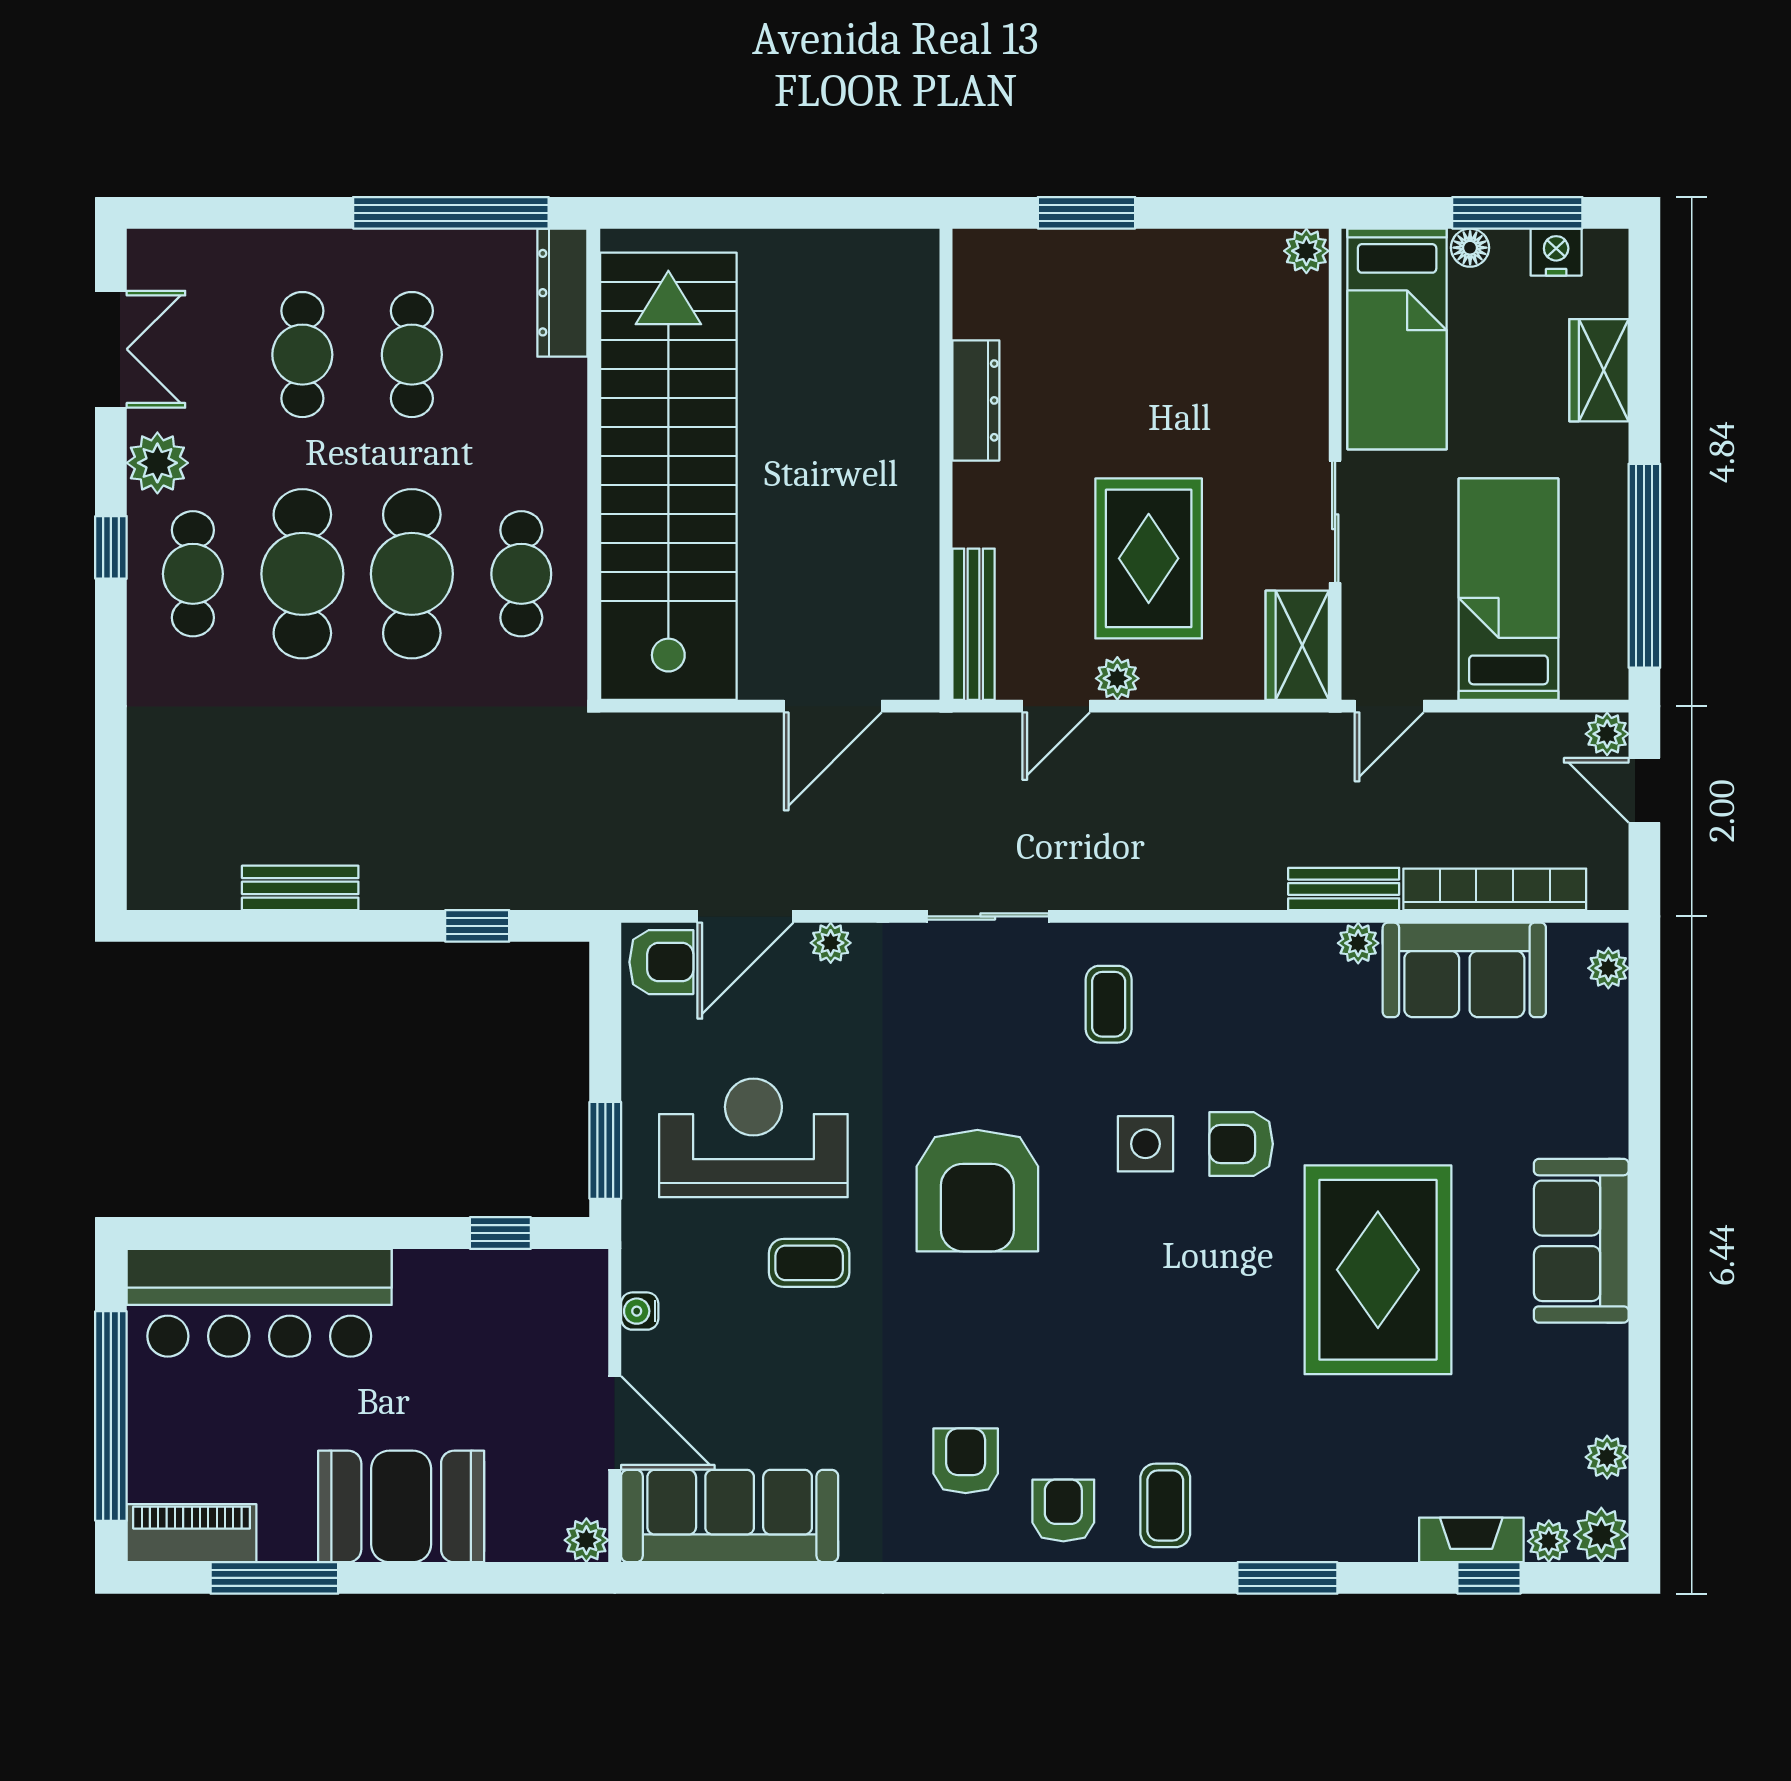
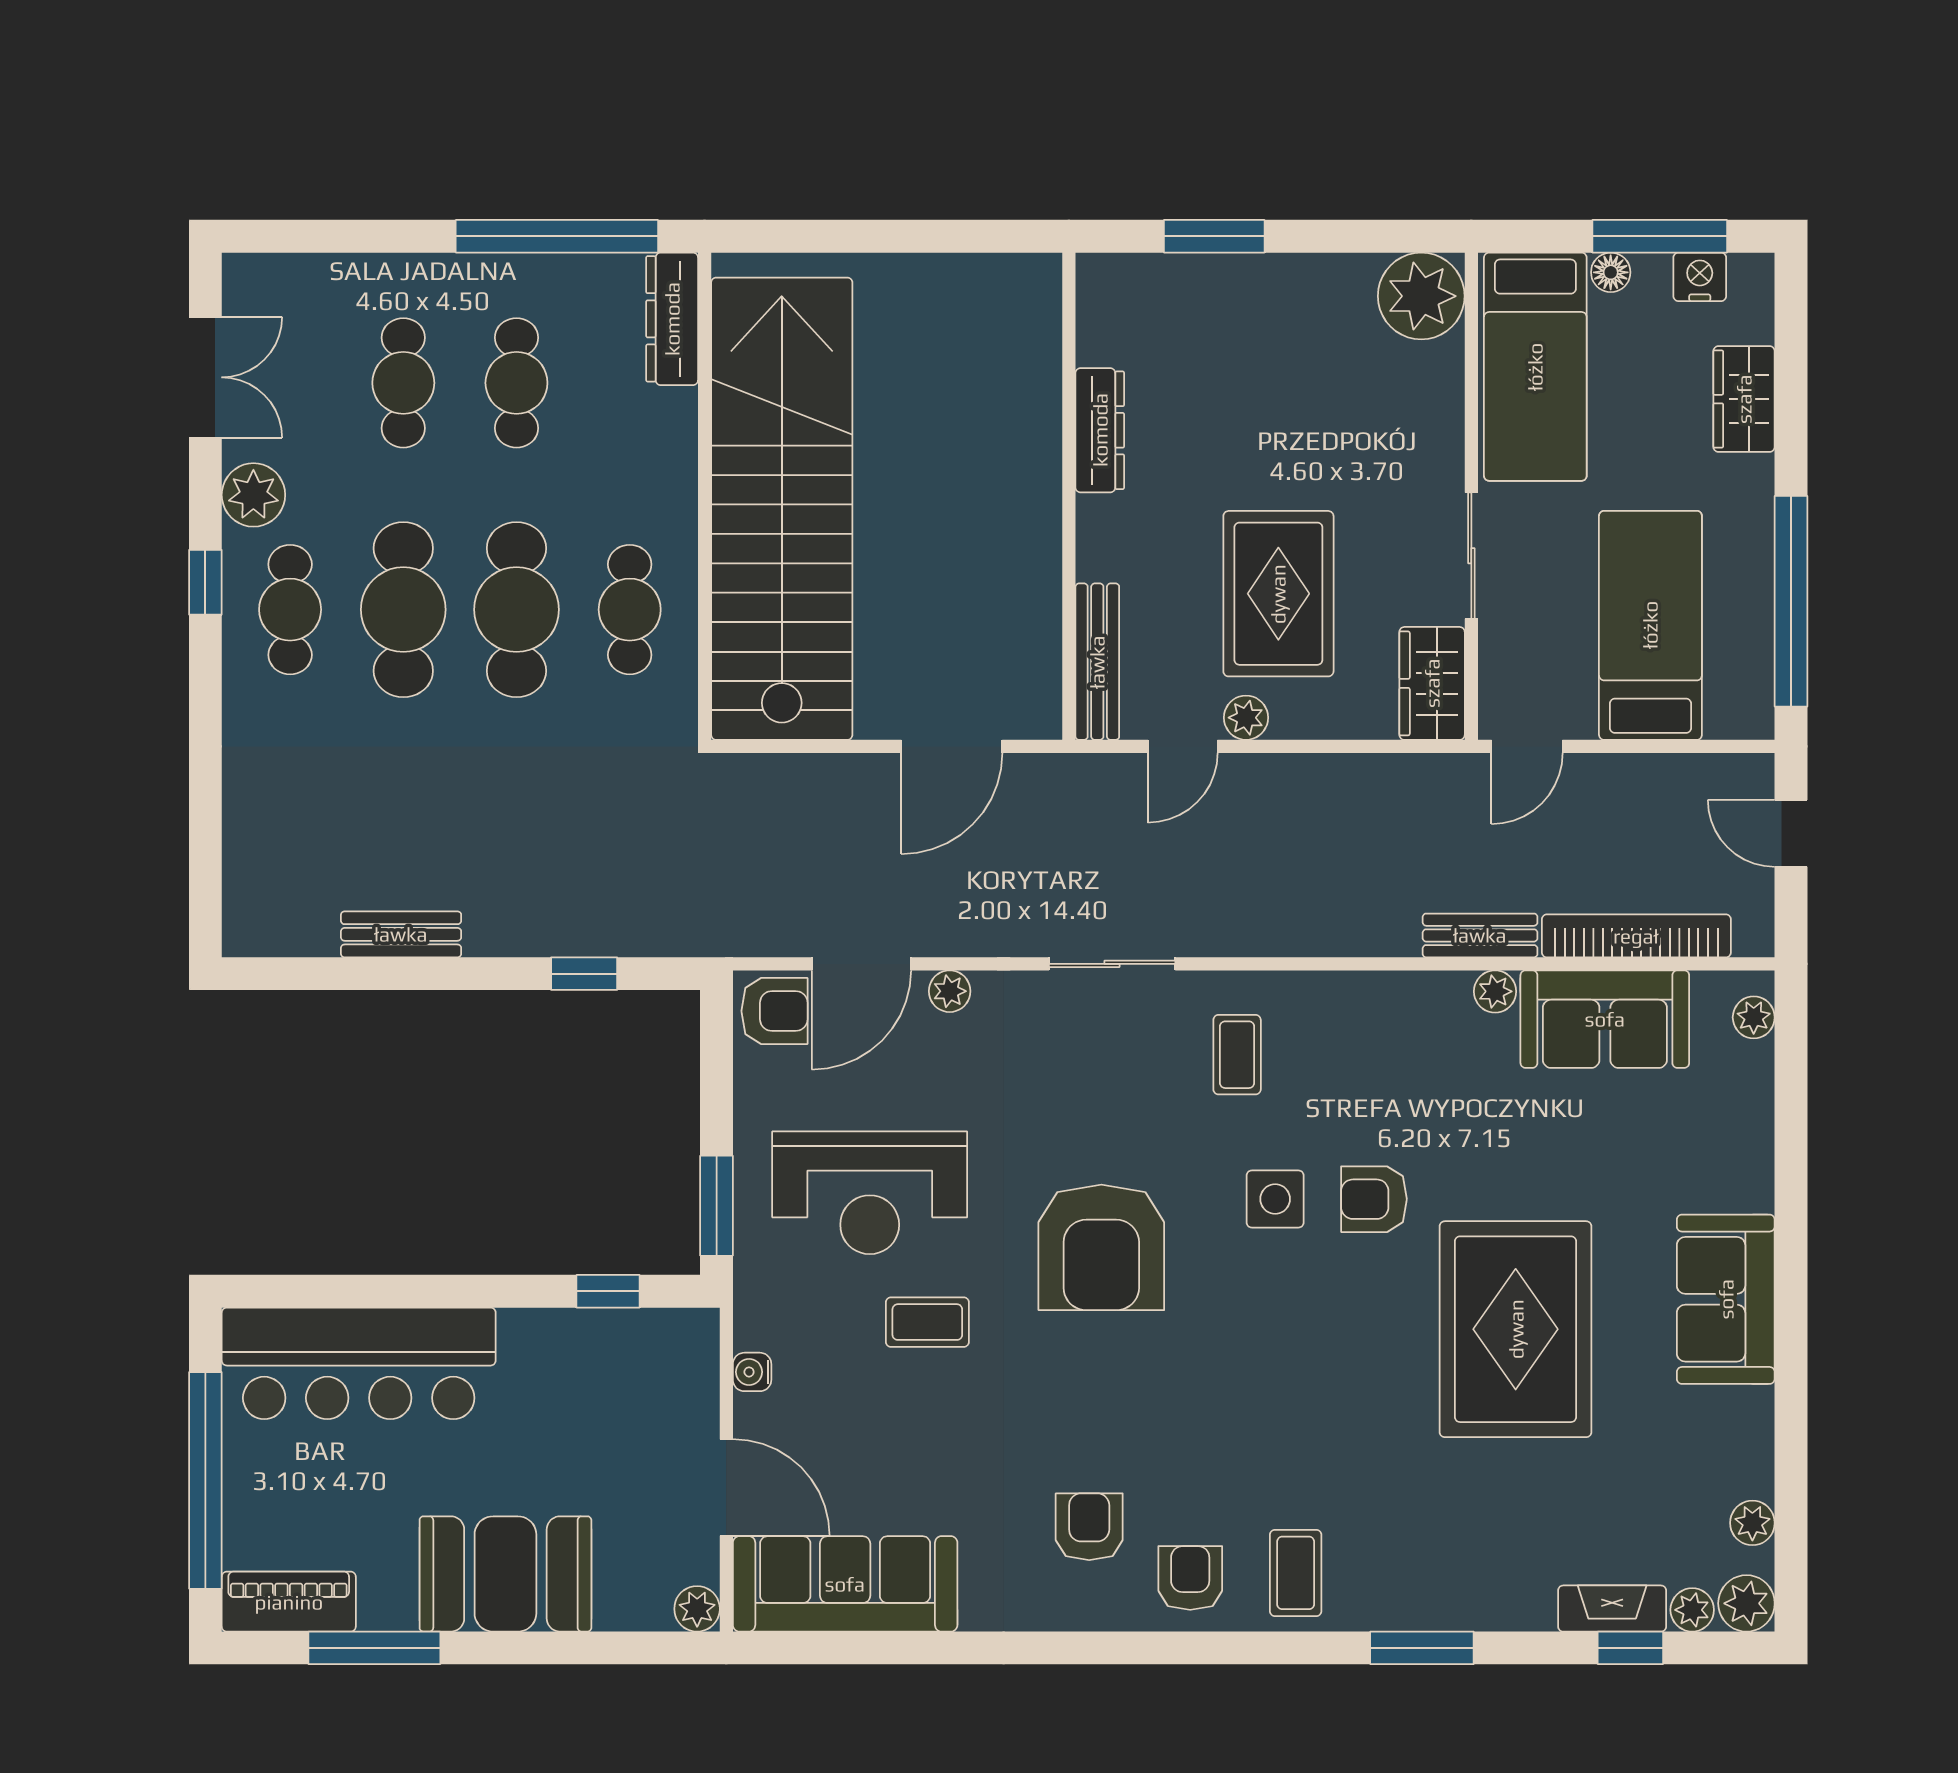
plant: (1306, 251) -> (1421, 296), width x1.88, depth x1.88
plant: (1607, 734) -> (1752, 775), removed
reception desk: (753, 1138) -> (870, 1193), turned 180

